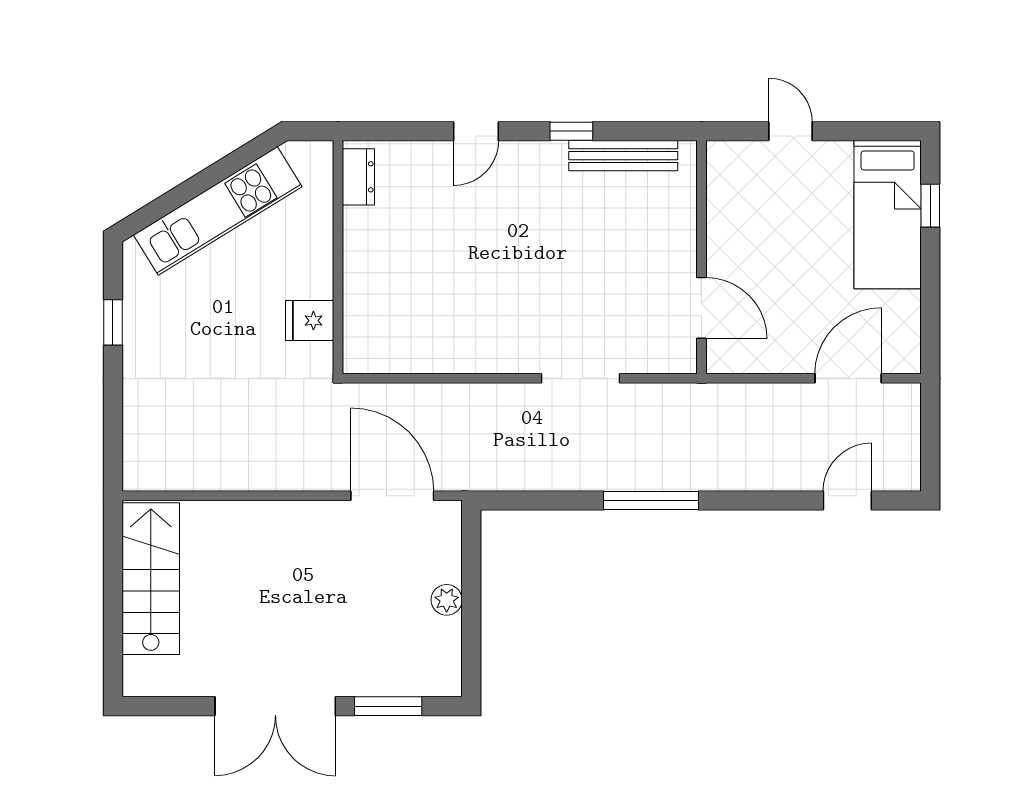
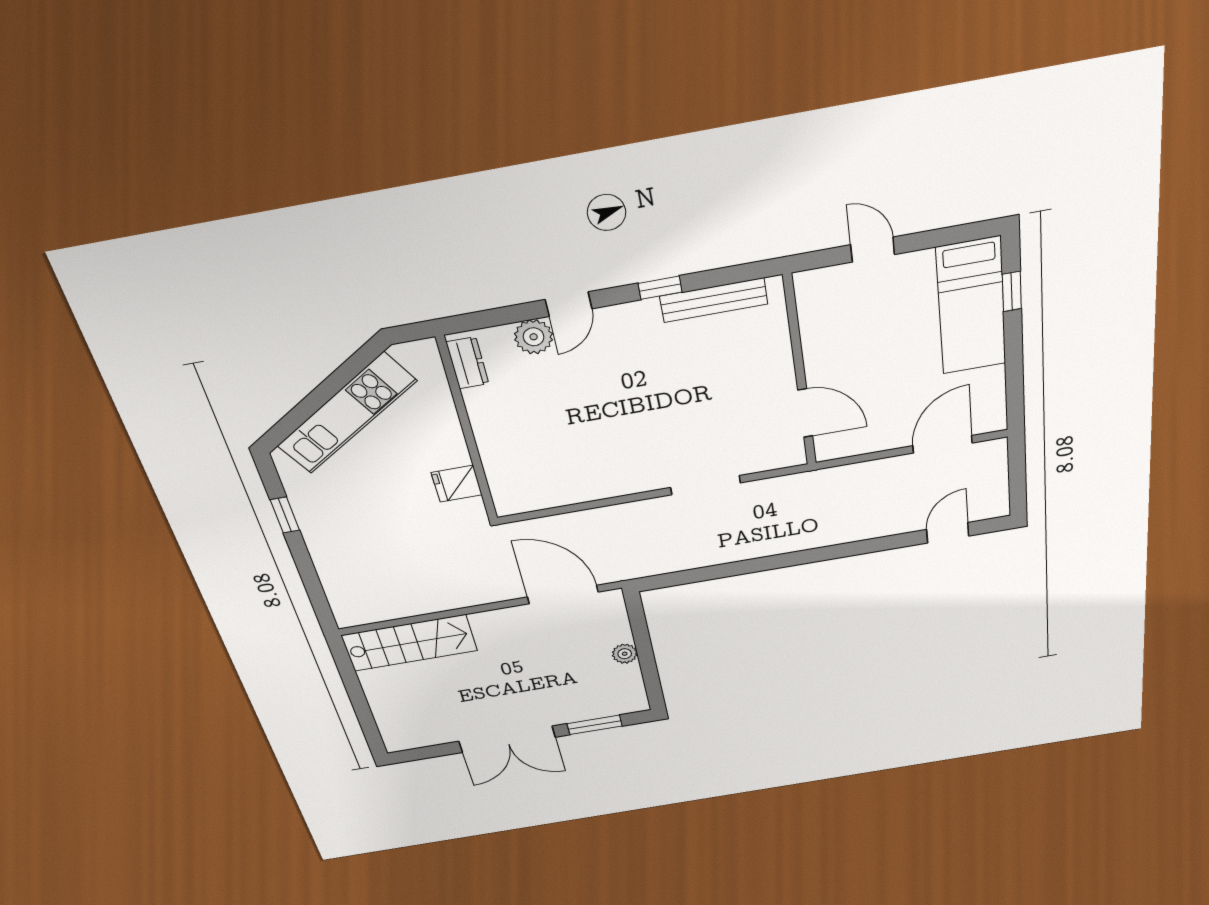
plant: (433, 161) -> (534, 337), added
window: (651, 501) -> (781, 561), removed
stairs: (151, 579) -> (410, 643), moved, turned 90

